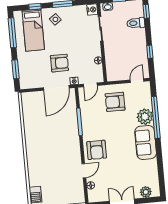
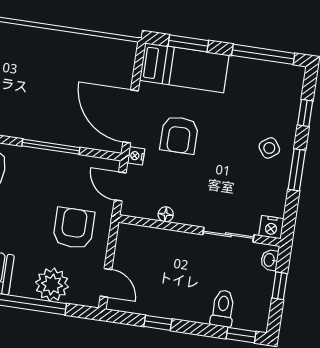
bed: (33, 30) -> (184, 68), moved, turned 180
plant: (145, 117) -> (52, 285), moved

